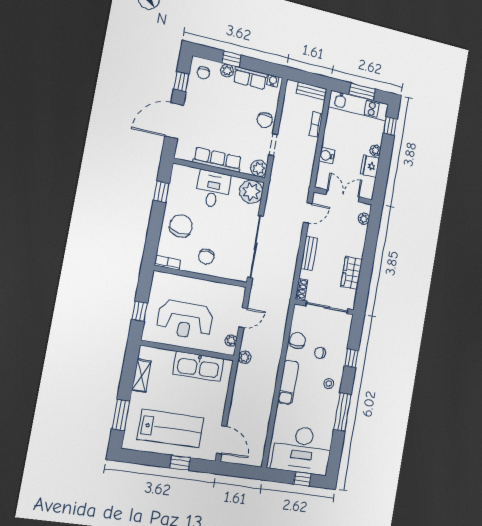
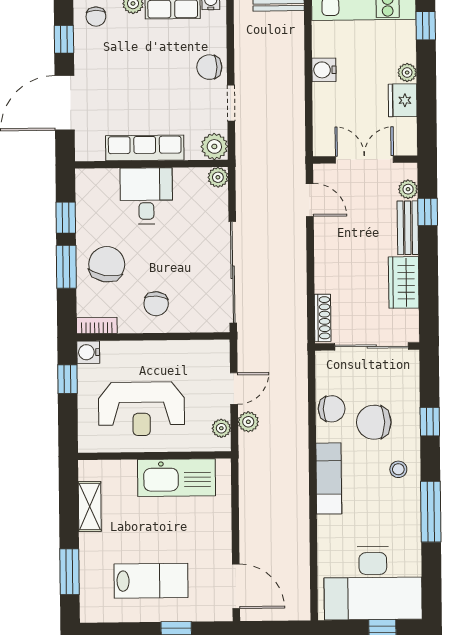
chair: (265, 120) -> (209, 67), turned 90
bookcase: (316, 124) -> (296, 54), removed
water cooler: (327, 156) -> (324, 70), moved
plant: (251, 192) -> (218, 177), width x0.53, depth x0.53
door: (308, 213) -> (310, 200), hinge flipped
window: (156, 222) -> (66, 267), added
window: (372, 234) -> (428, 212), added
bench: (309, 253) -> (408, 228), moved
water cooler: (159, 278) -> (88, 352), added
shoe rack: (302, 289) -> (323, 318), width x1.43
window: (140, 311) -> (67, 379), moved
chair: (297, 340) -> (332, 409), turned 90
chair: (320, 353) -> (374, 422), width x1.87, depth x1.87
plant: (245, 357) -> (248, 422), moved
lab bench: (171, 429) -> (151, 581), width x0.73, depth x0.72

